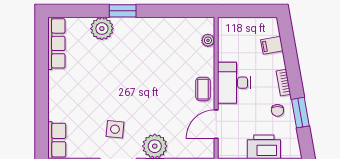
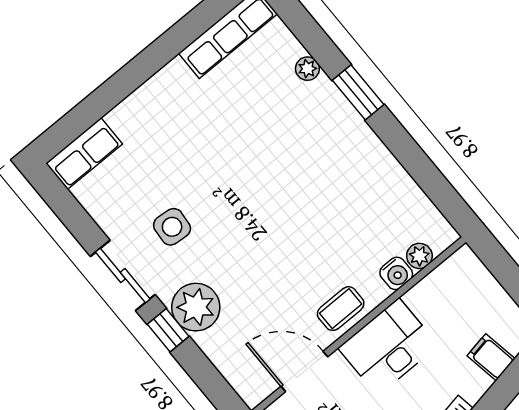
plant: (102, 29) -> (307, 69), width x0.53, depth x0.53
water cooler: (207, 55) -> (396, 273), added

